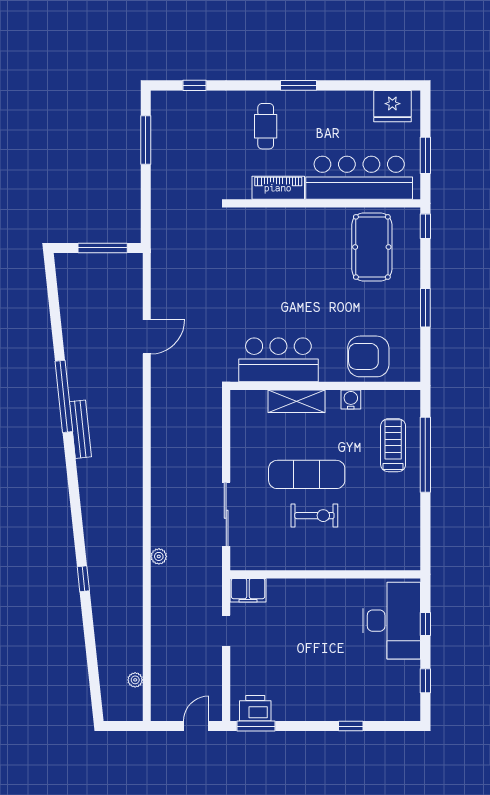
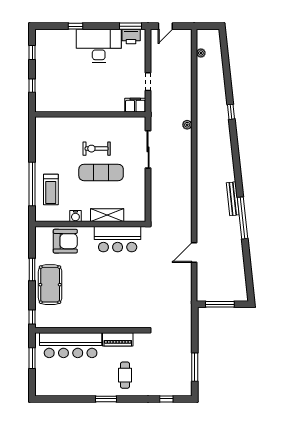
fridge: (392, 106) -> (51, 387), removed
pool table: (372, 247) -> (50, 285), moved
desk: (392, 621) -> (99, 46), moved, turned 90

